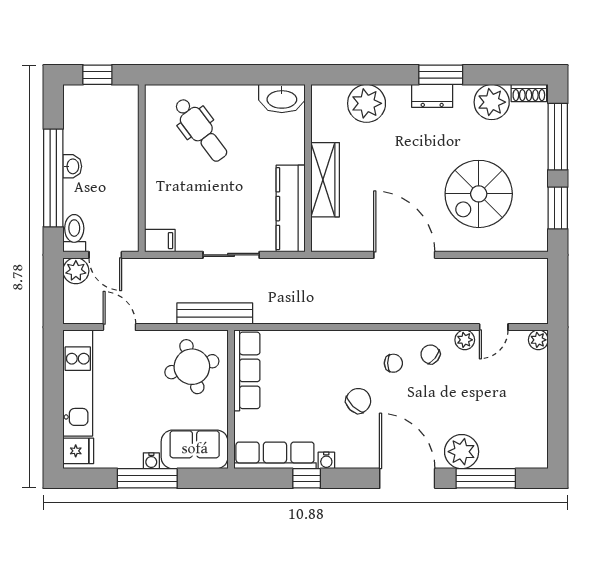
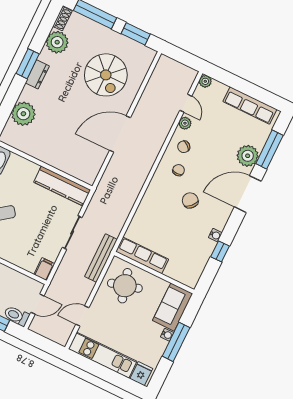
wardrobe: (325, 180) -> (55, 158), removed
plant: (76, 271) -> (38, 325), removed
row of seats: (275, 455) -> (250, 105), moved, turned -90

